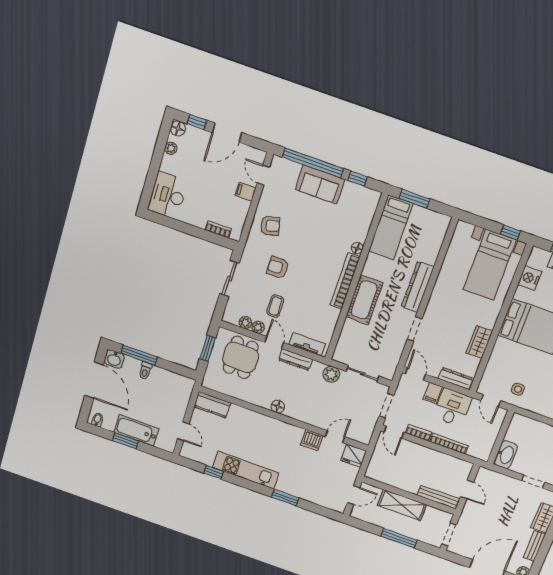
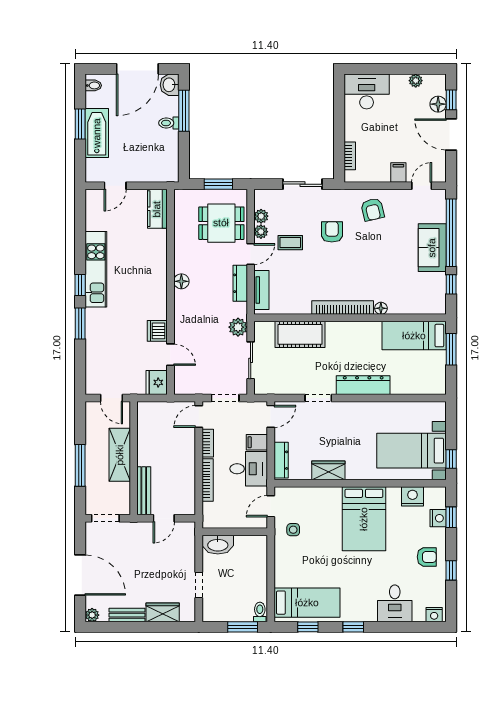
floor lamp: (178, 128) -> (438, 104), moved
cot: (364, 300) -> (300, 334), moved
window: (214, 472) -> (80, 285), moved

